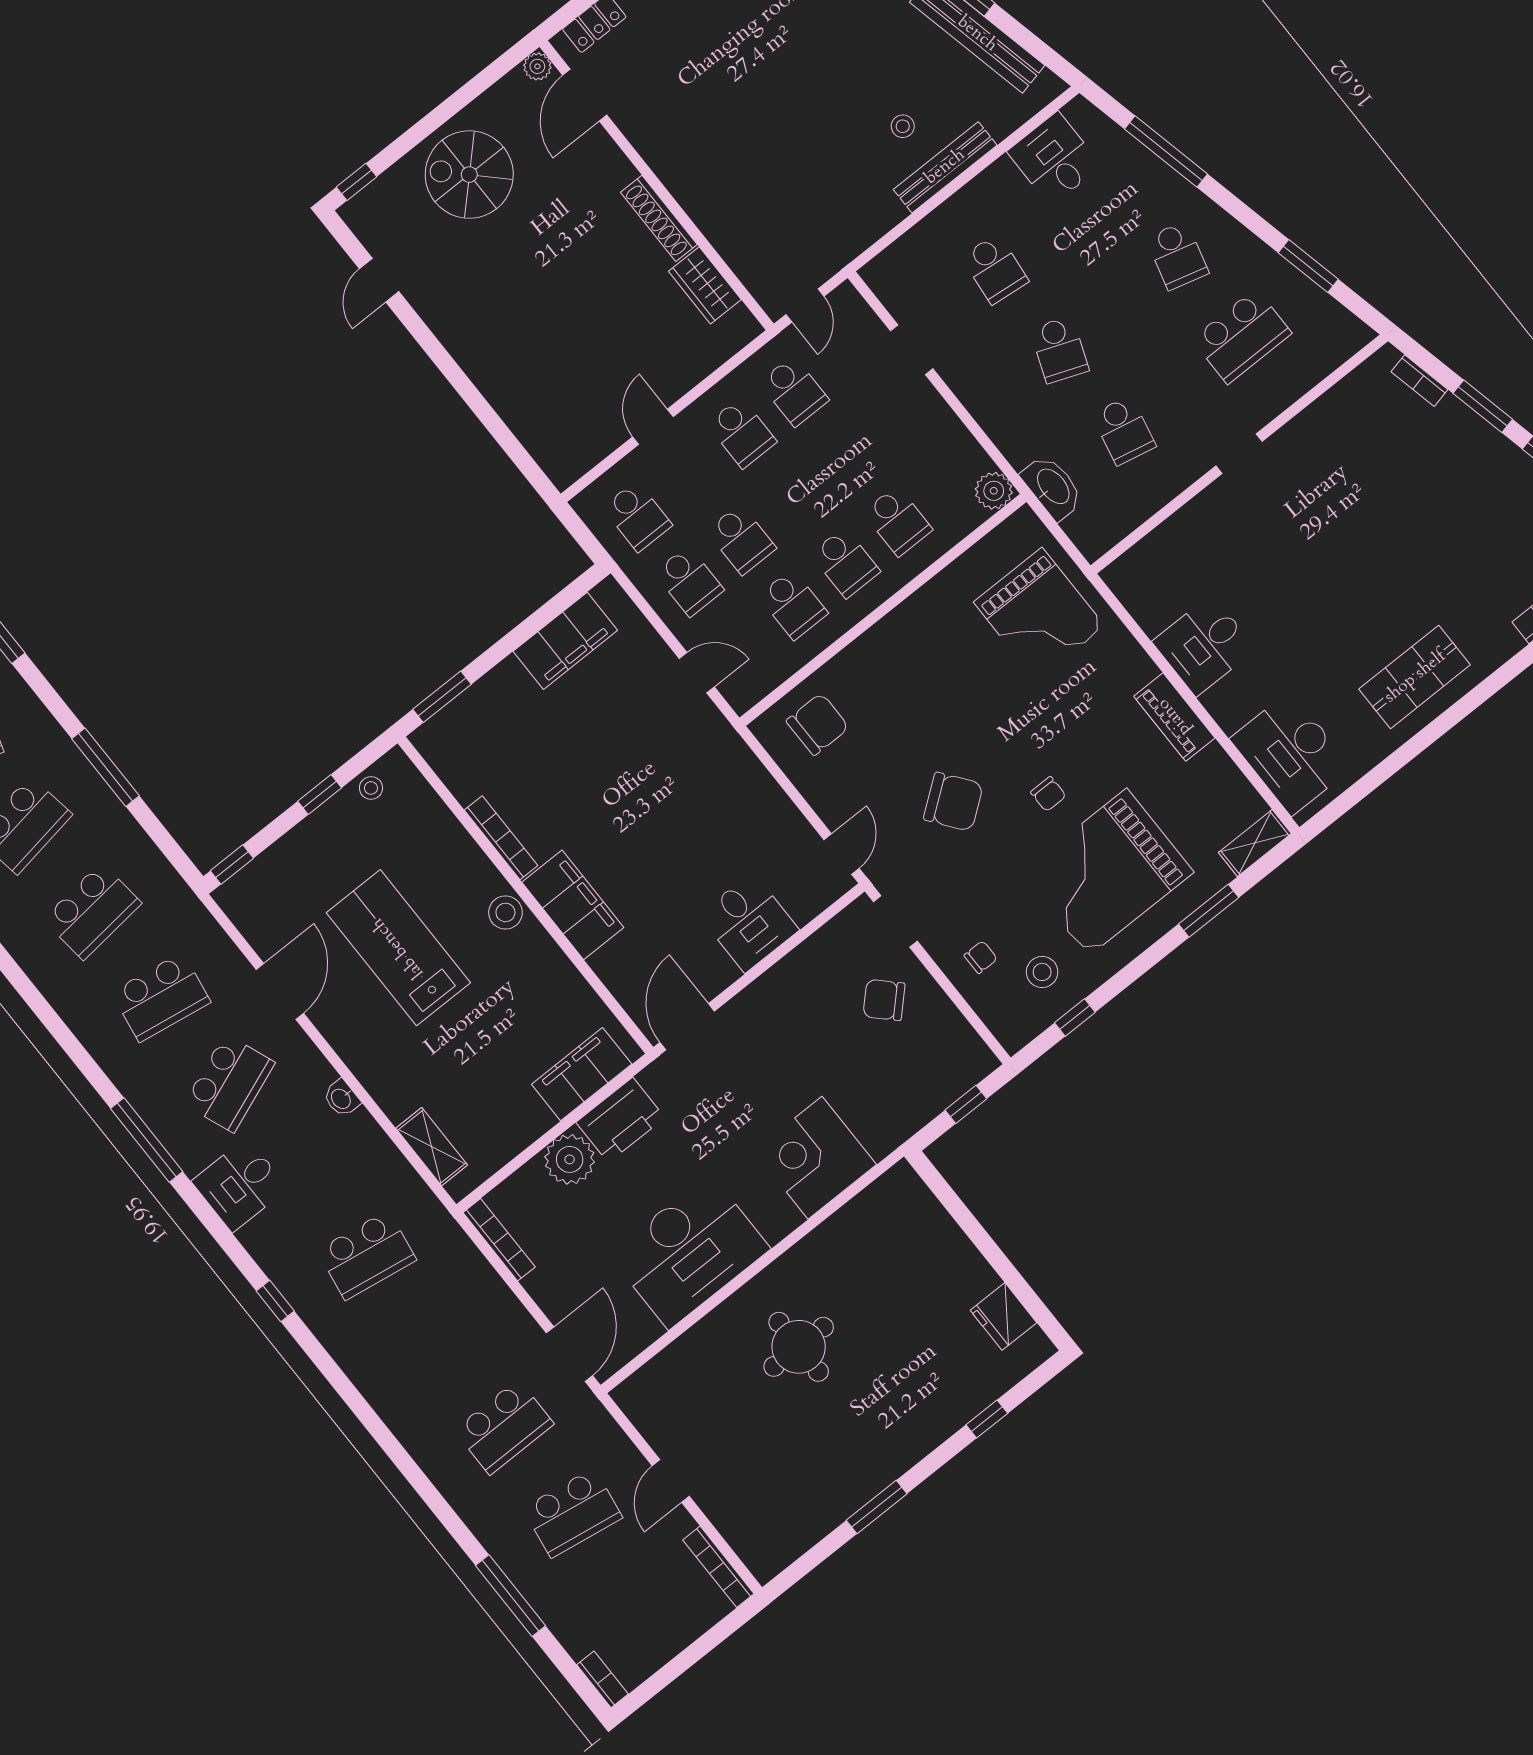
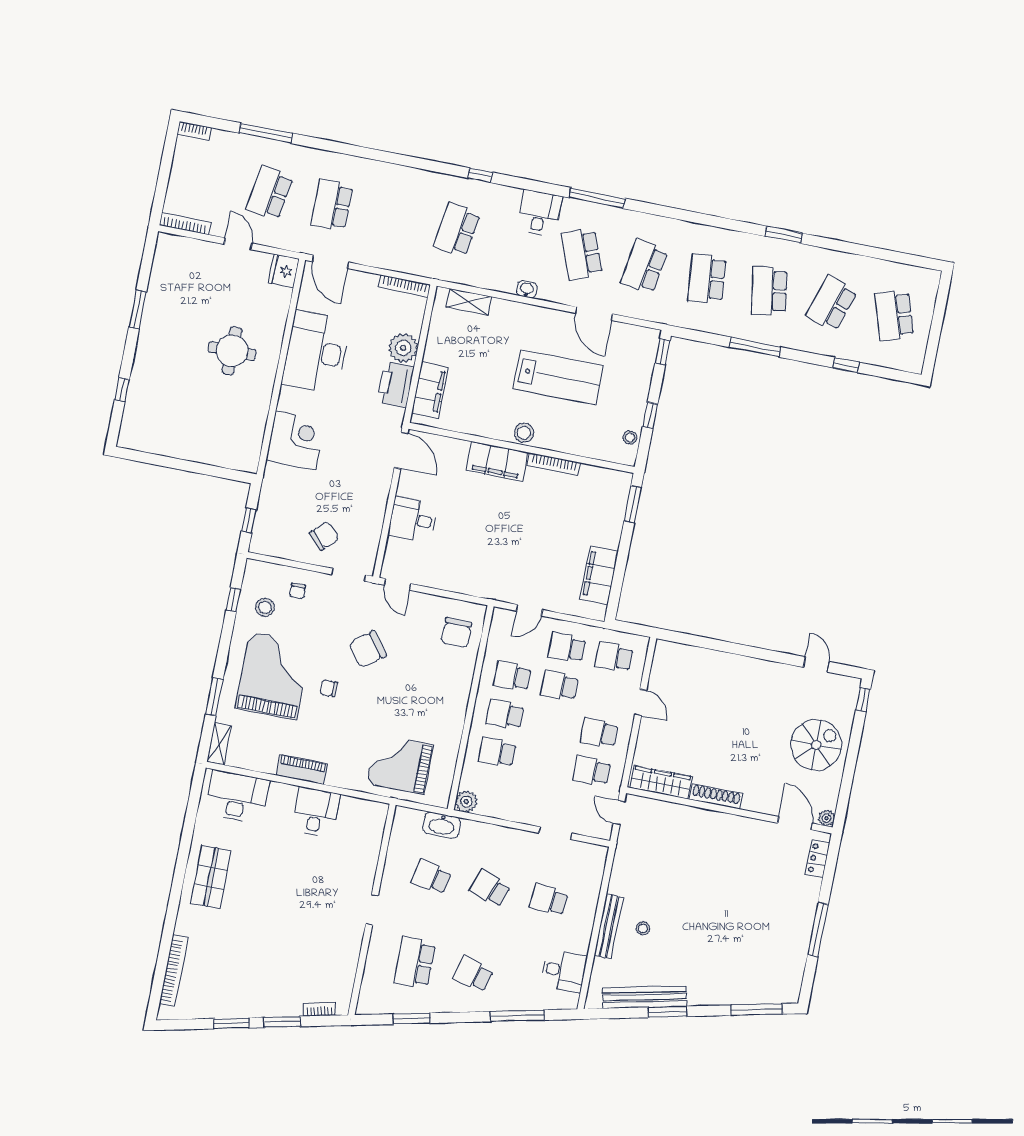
wardrobe: (705, 285) -> (661, 782), width x1.50
fridge: (1004, 1316) -> (284, 271), moved, turned -90

